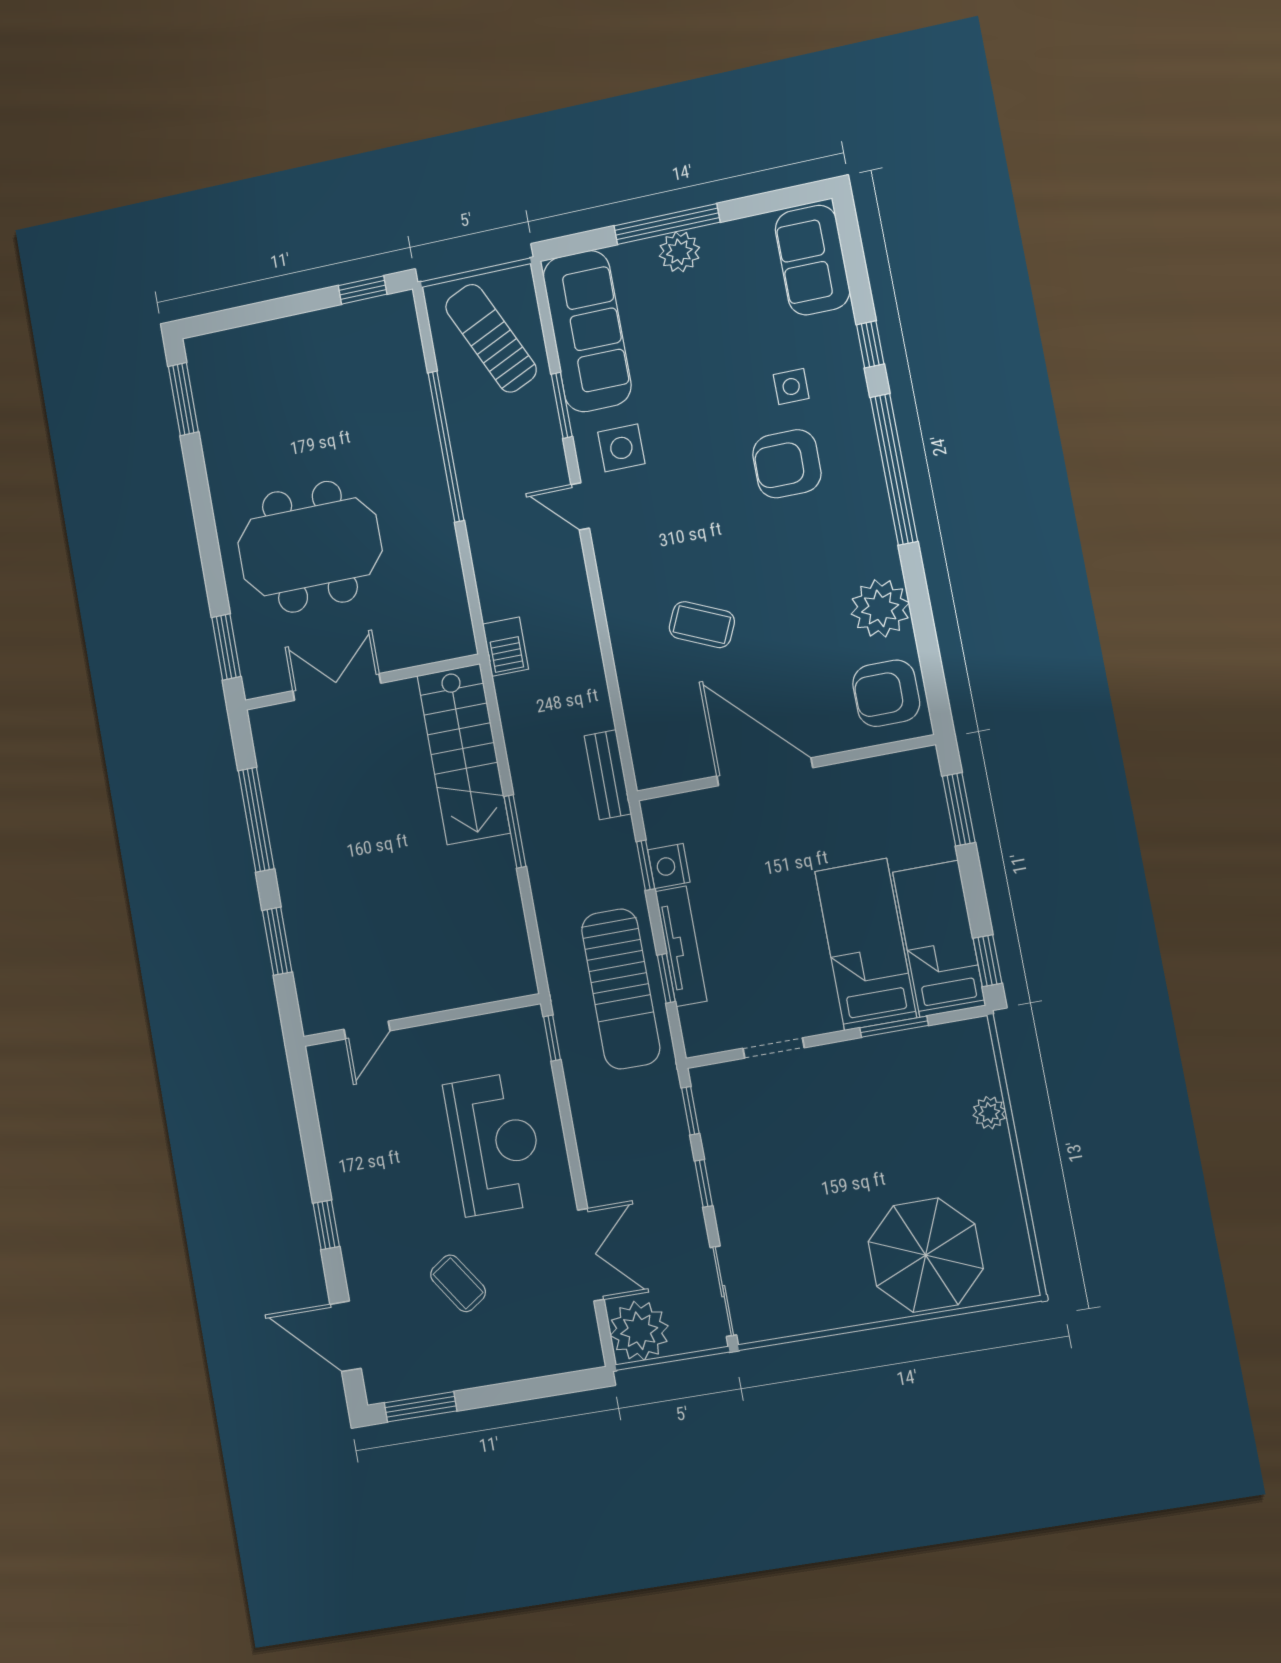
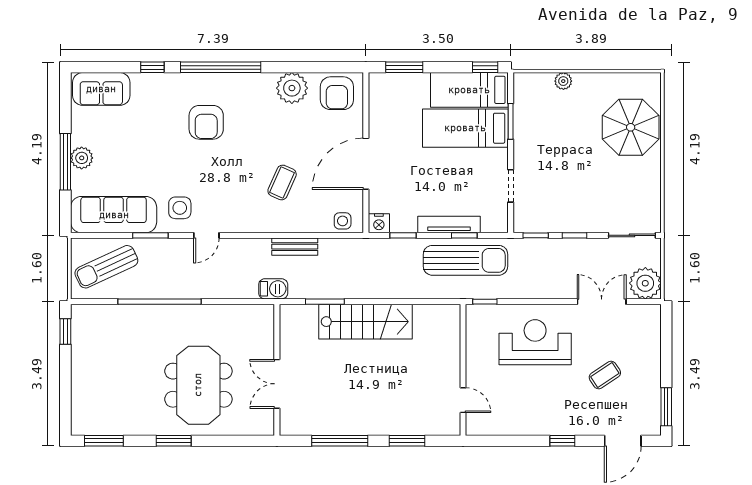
side table: (791, 387) -> (343, 221), moved
window: (226, 647) -> (174, 441), moved
stairs: (464, 754) -> (365, 322), moved
bench: (608, 775) -> (295, 247), moved
window: (515, 831) -> (325, 302), moved
nightstand: (669, 866) -> (379, 223), moved

